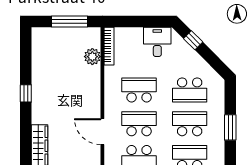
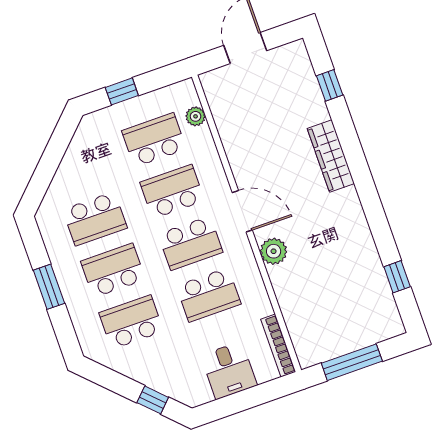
desk: (157, 42) -> (229, 370), moved
plant: (92, 57) -> (274, 251), moved
window: (26, 93) -> (397, 277), moved
school desk: (190, 124) -> (113, 270), turned 180

